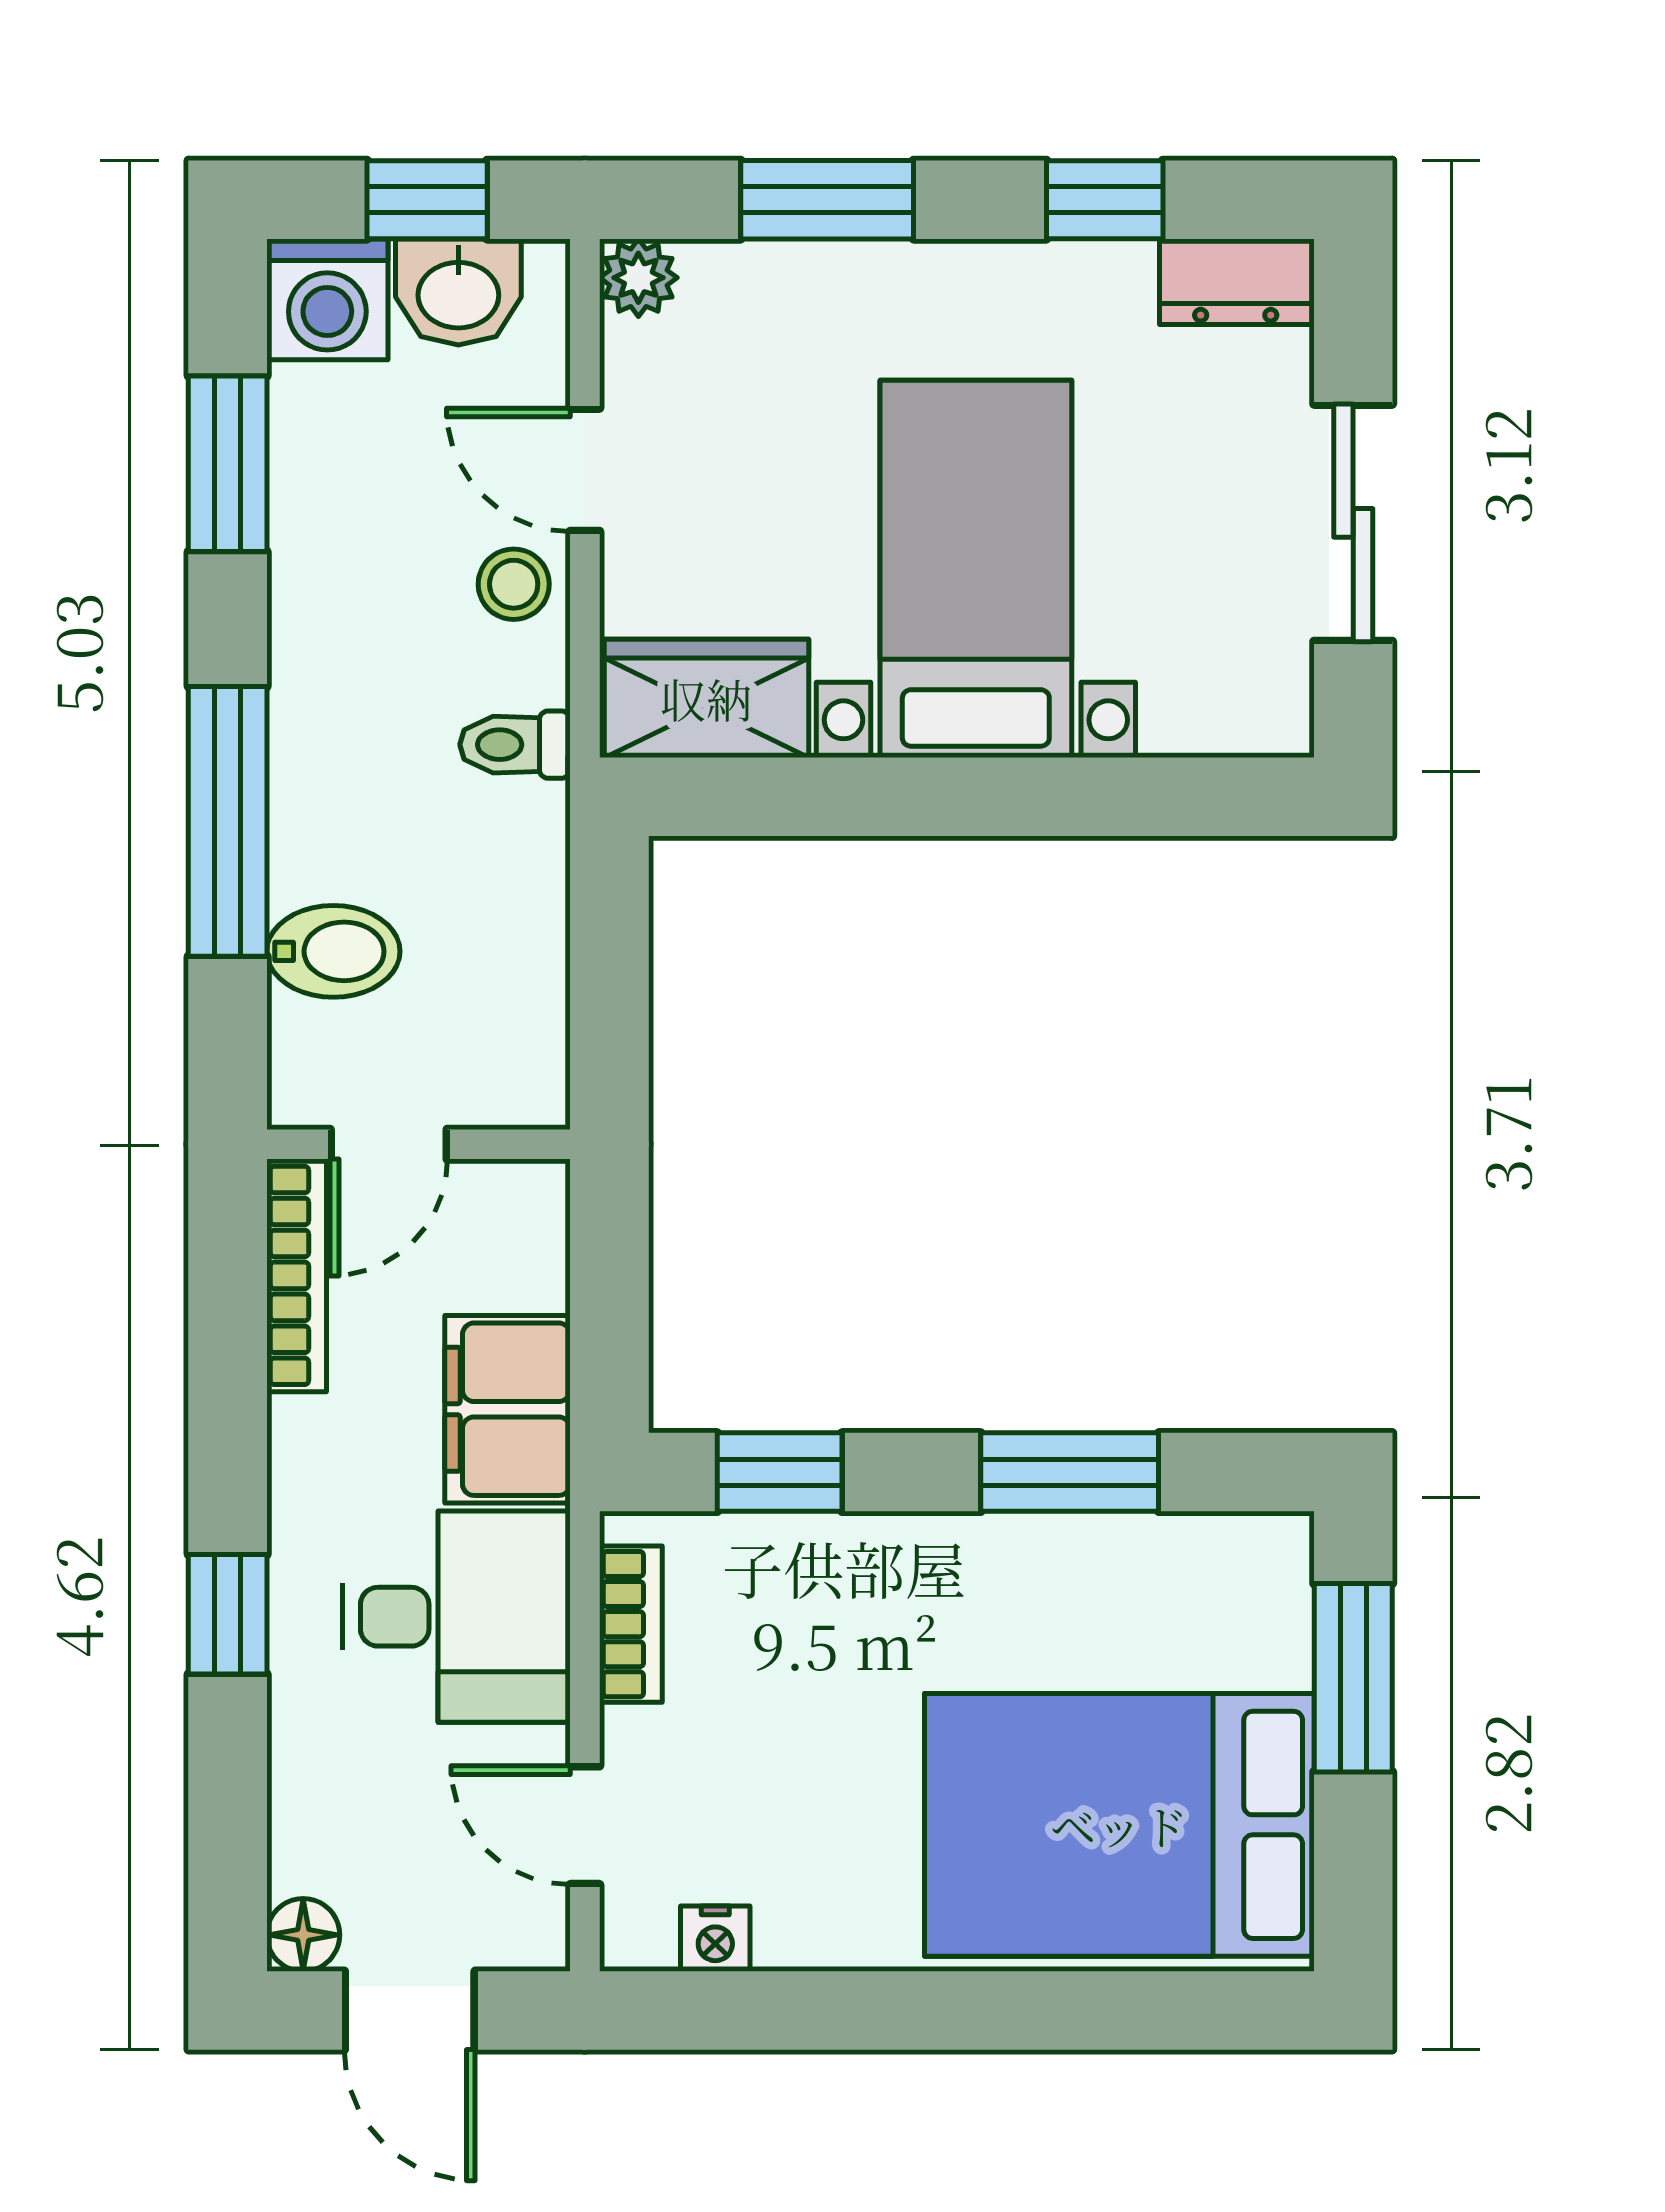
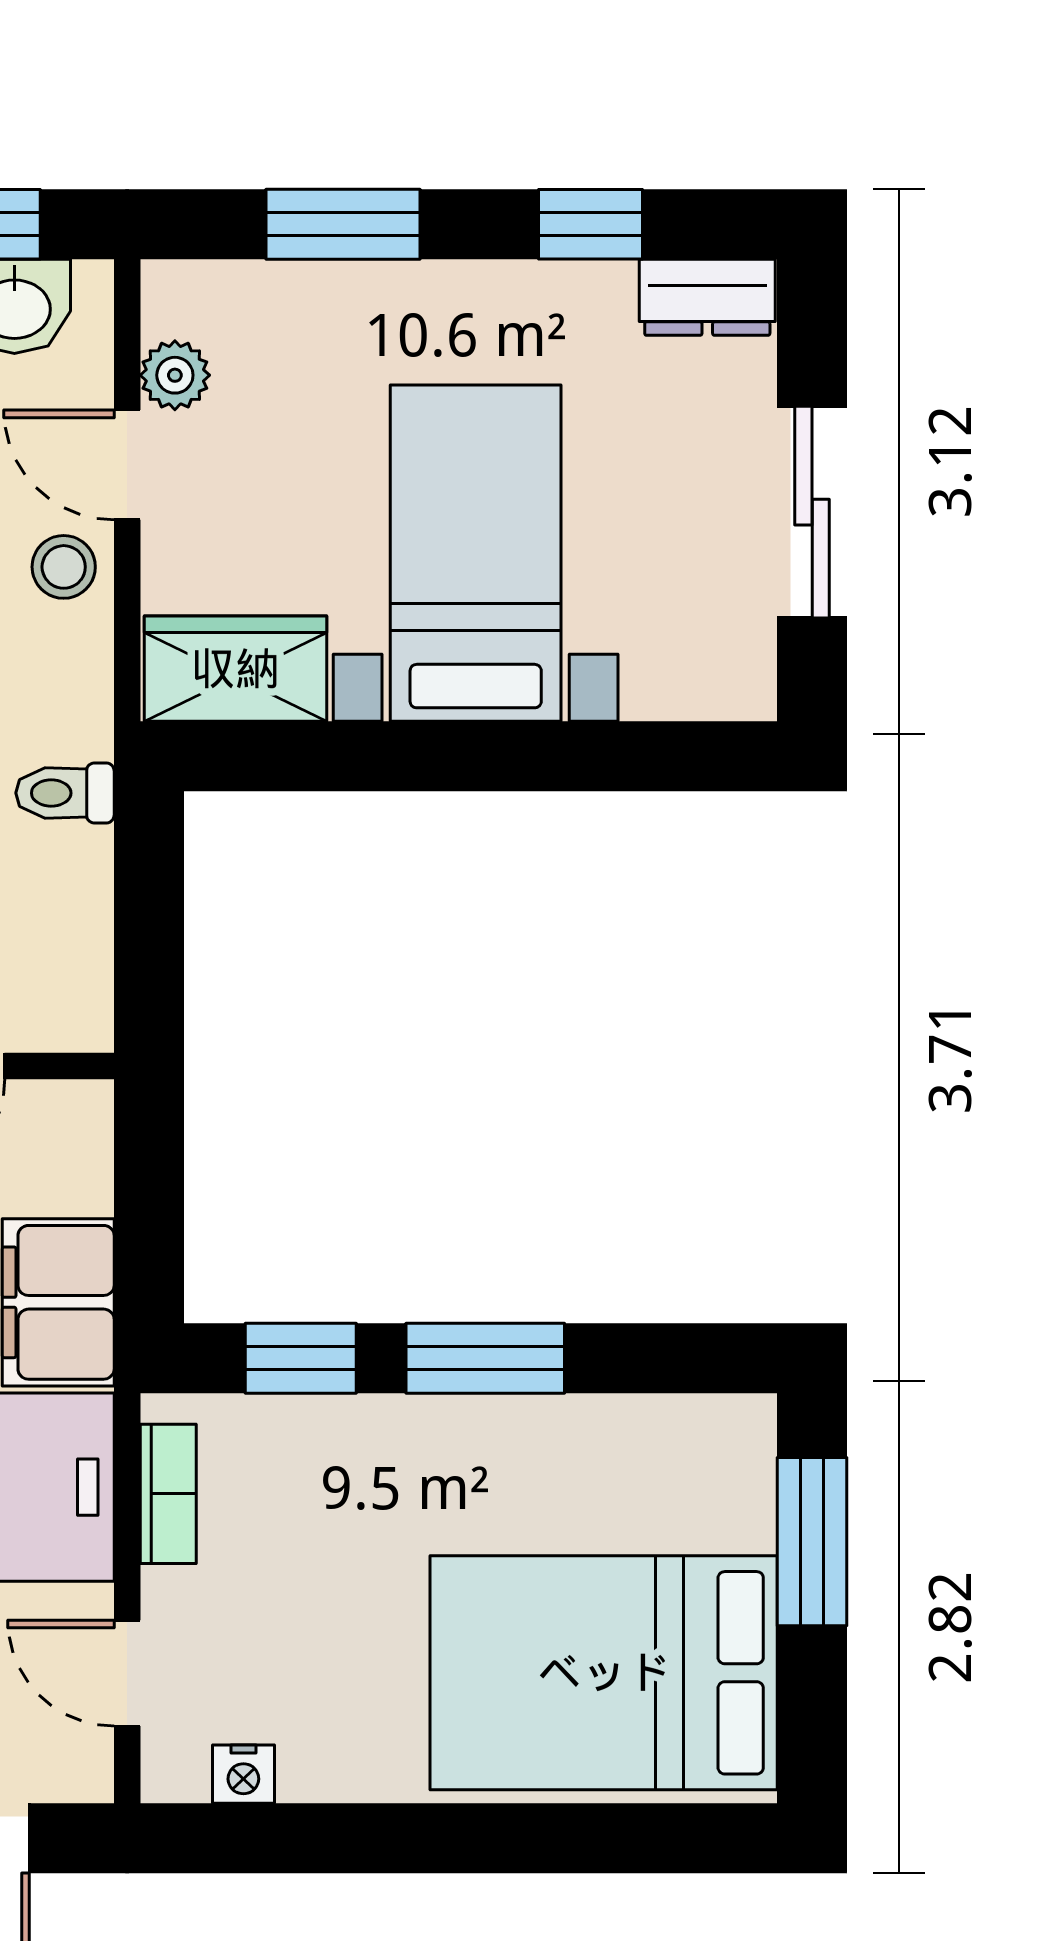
plant: (638, 278) -> (175, 375), moved
toilet: (515, 745) -> (65, 793), moved
window: (1070, 1472) -> (485, 1358), moved

